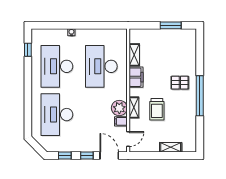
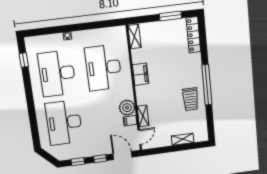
locker: (191, 46) -> (193, 35), added
shelving: (134, 55) -> (135, 37), moved
pallet: (180, 83) -> (186, 74), removed
shelving: (134, 107) -> (143, 116), moved
trolley: (157, 109) -> (190, 99), moved

